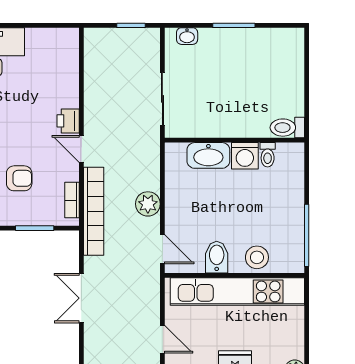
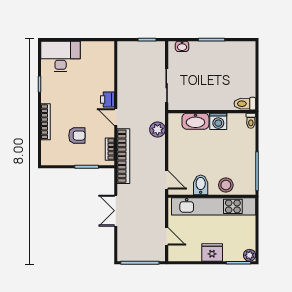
toilet: (268, 155) -> (251, 121), moved
plant: (148, 204) -> (158, 130), moved

